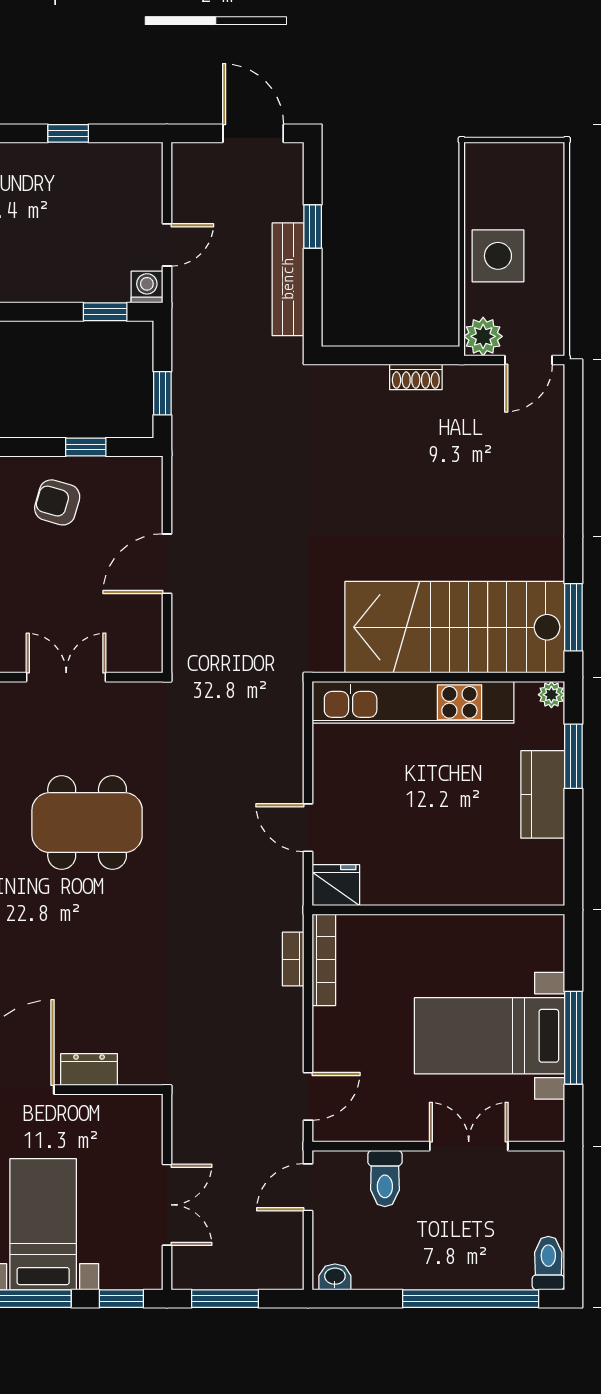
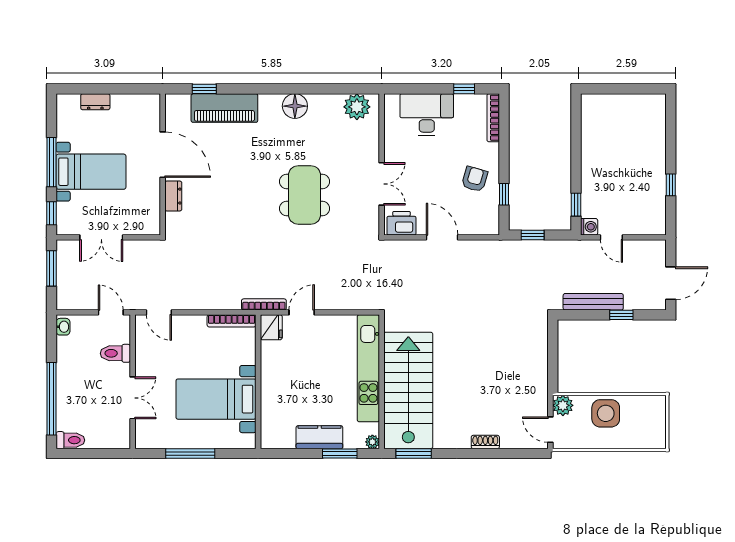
shoe rack: (416, 377) -> (485, 442), moved, turned 90
printer: (140, 640) -> (401, 223), added
bookcase: (293, 959) -> (264, 304), moved, width x1.56
bed with nightstands: (490, 1036) -> (216, 399), moved, turned -90

